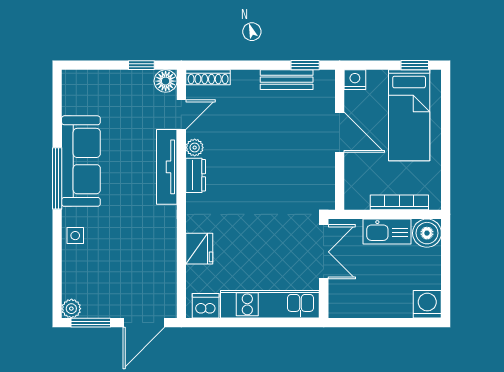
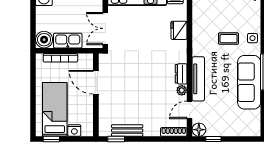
nightstand: (355, 80) -> (74, 130), moved
door: (340, 132) -> (96, 82), moved
coffee table: (116, 235) -> (229, 39), added

